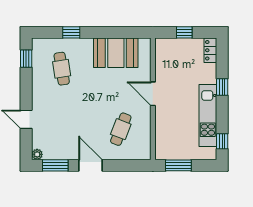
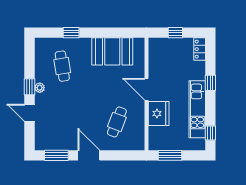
window: (26, 59) -> (30, 87), moved
fridge: (166, 120) -> (159, 114), added
plant: (37, 154) -> (40, 88), moved

